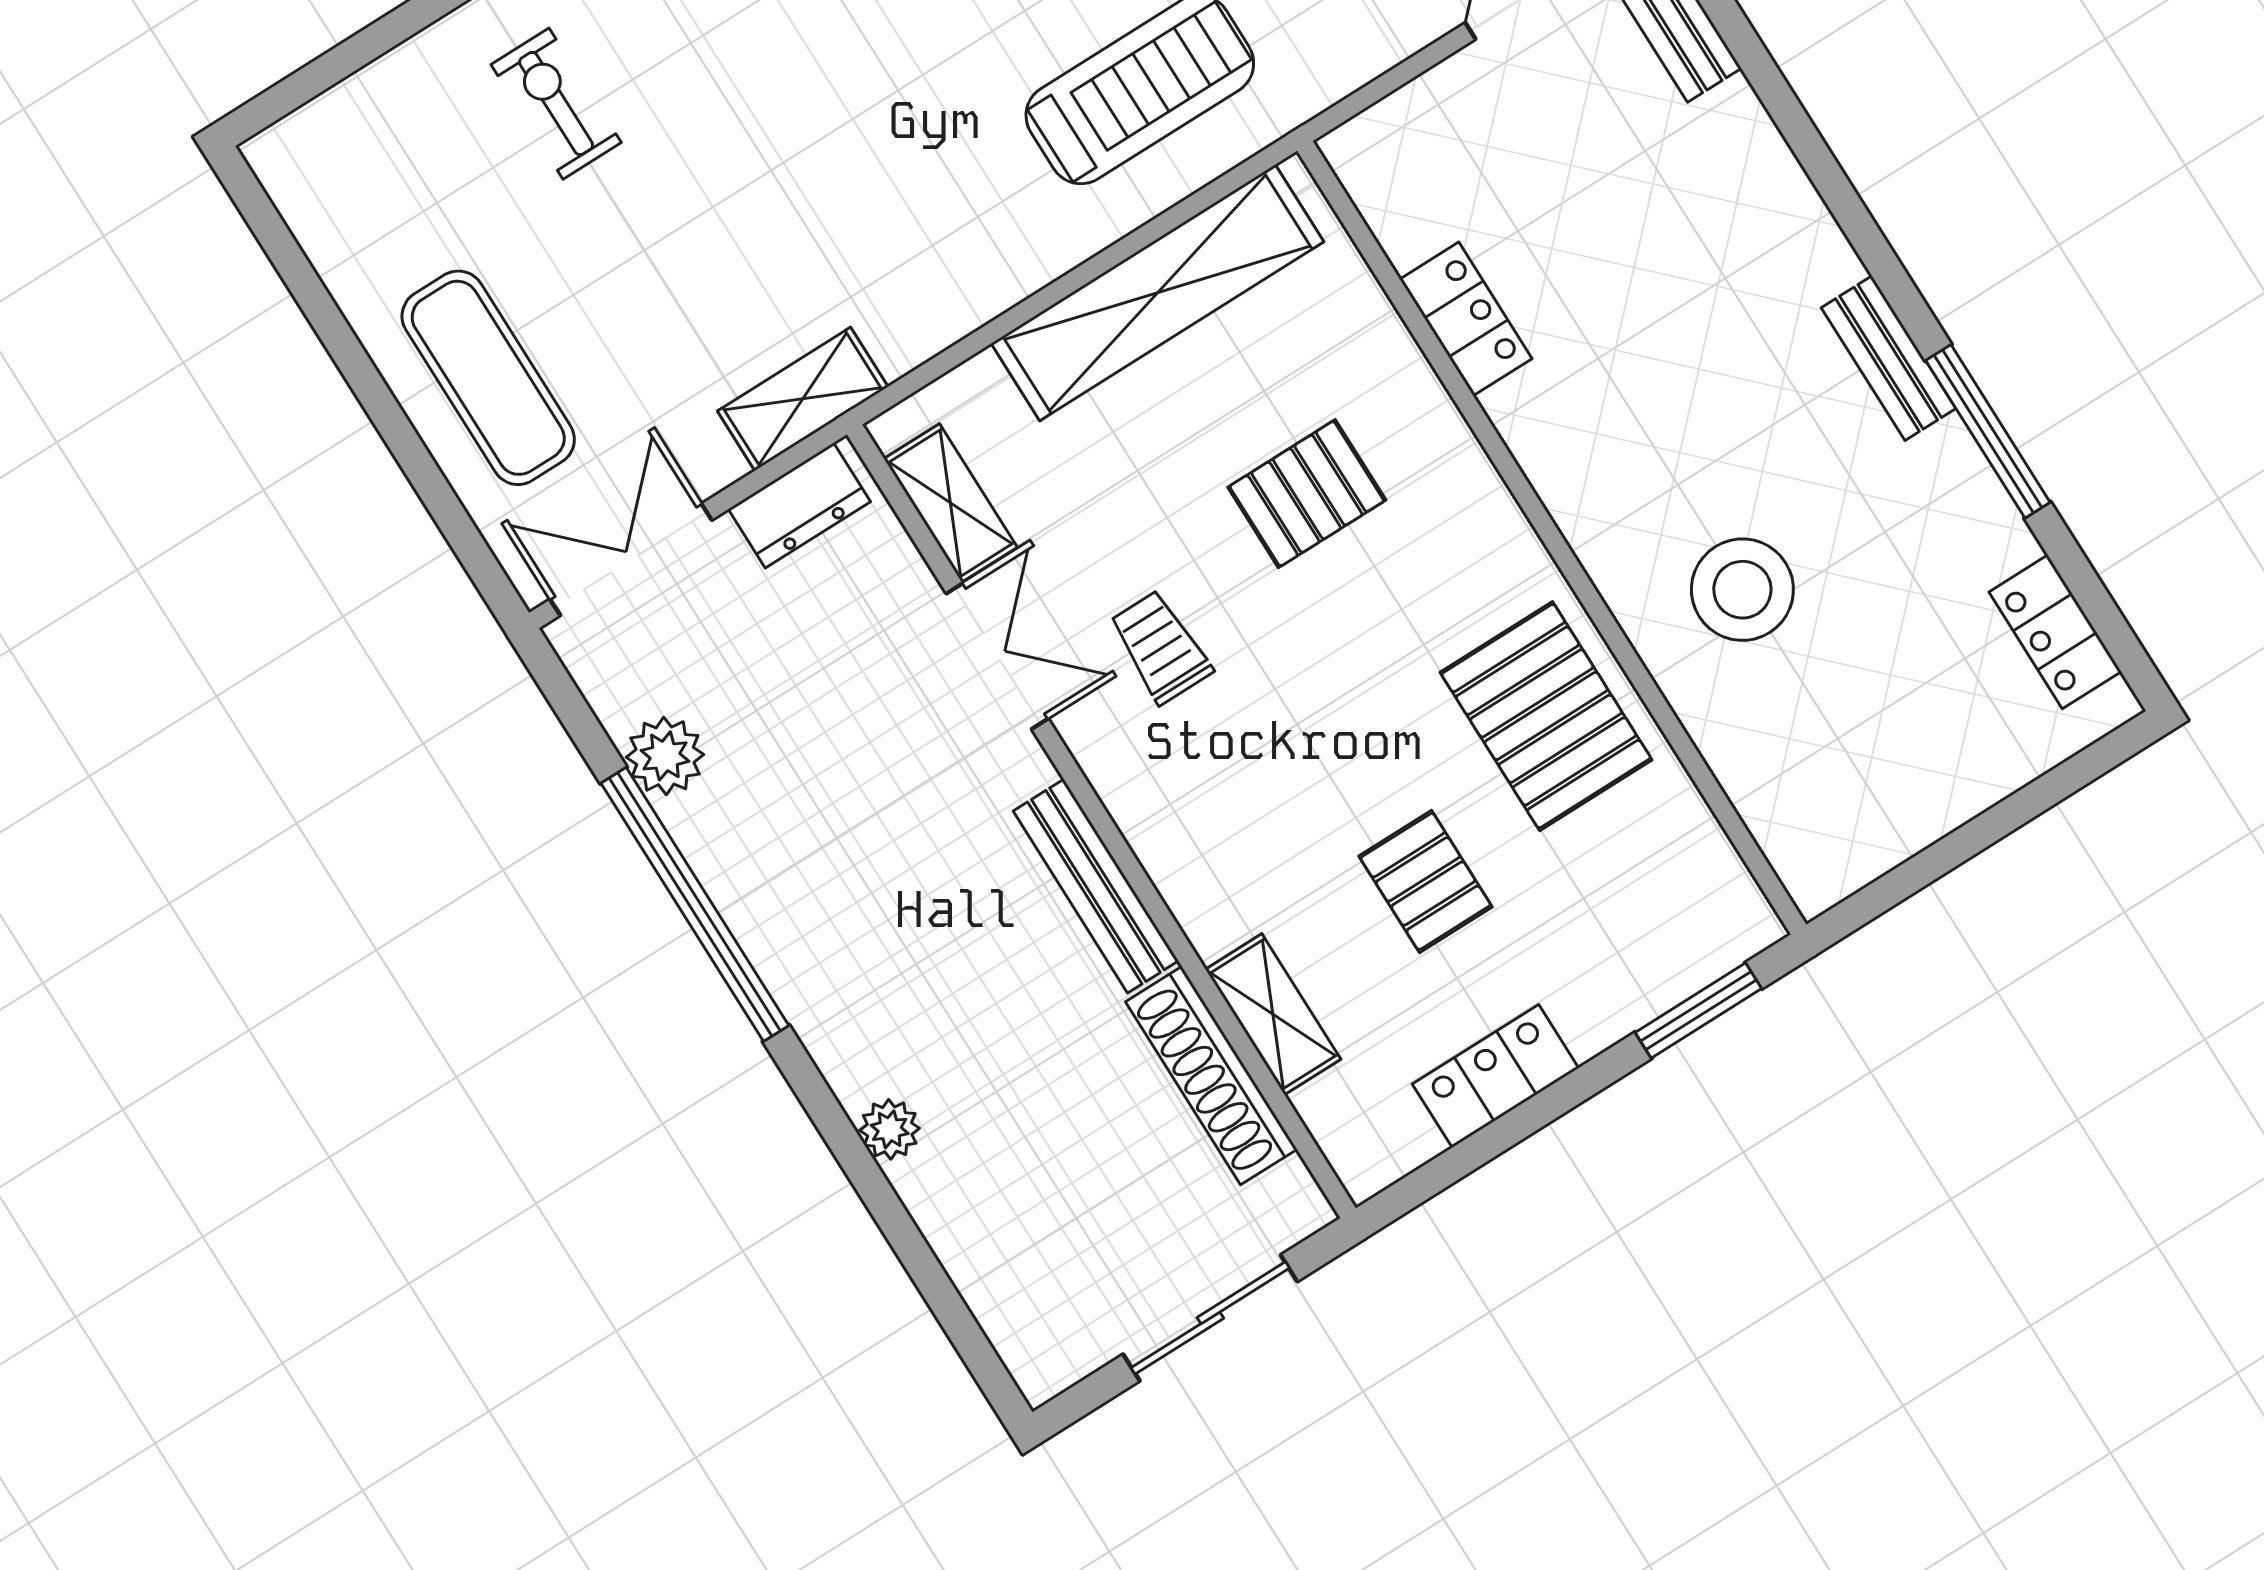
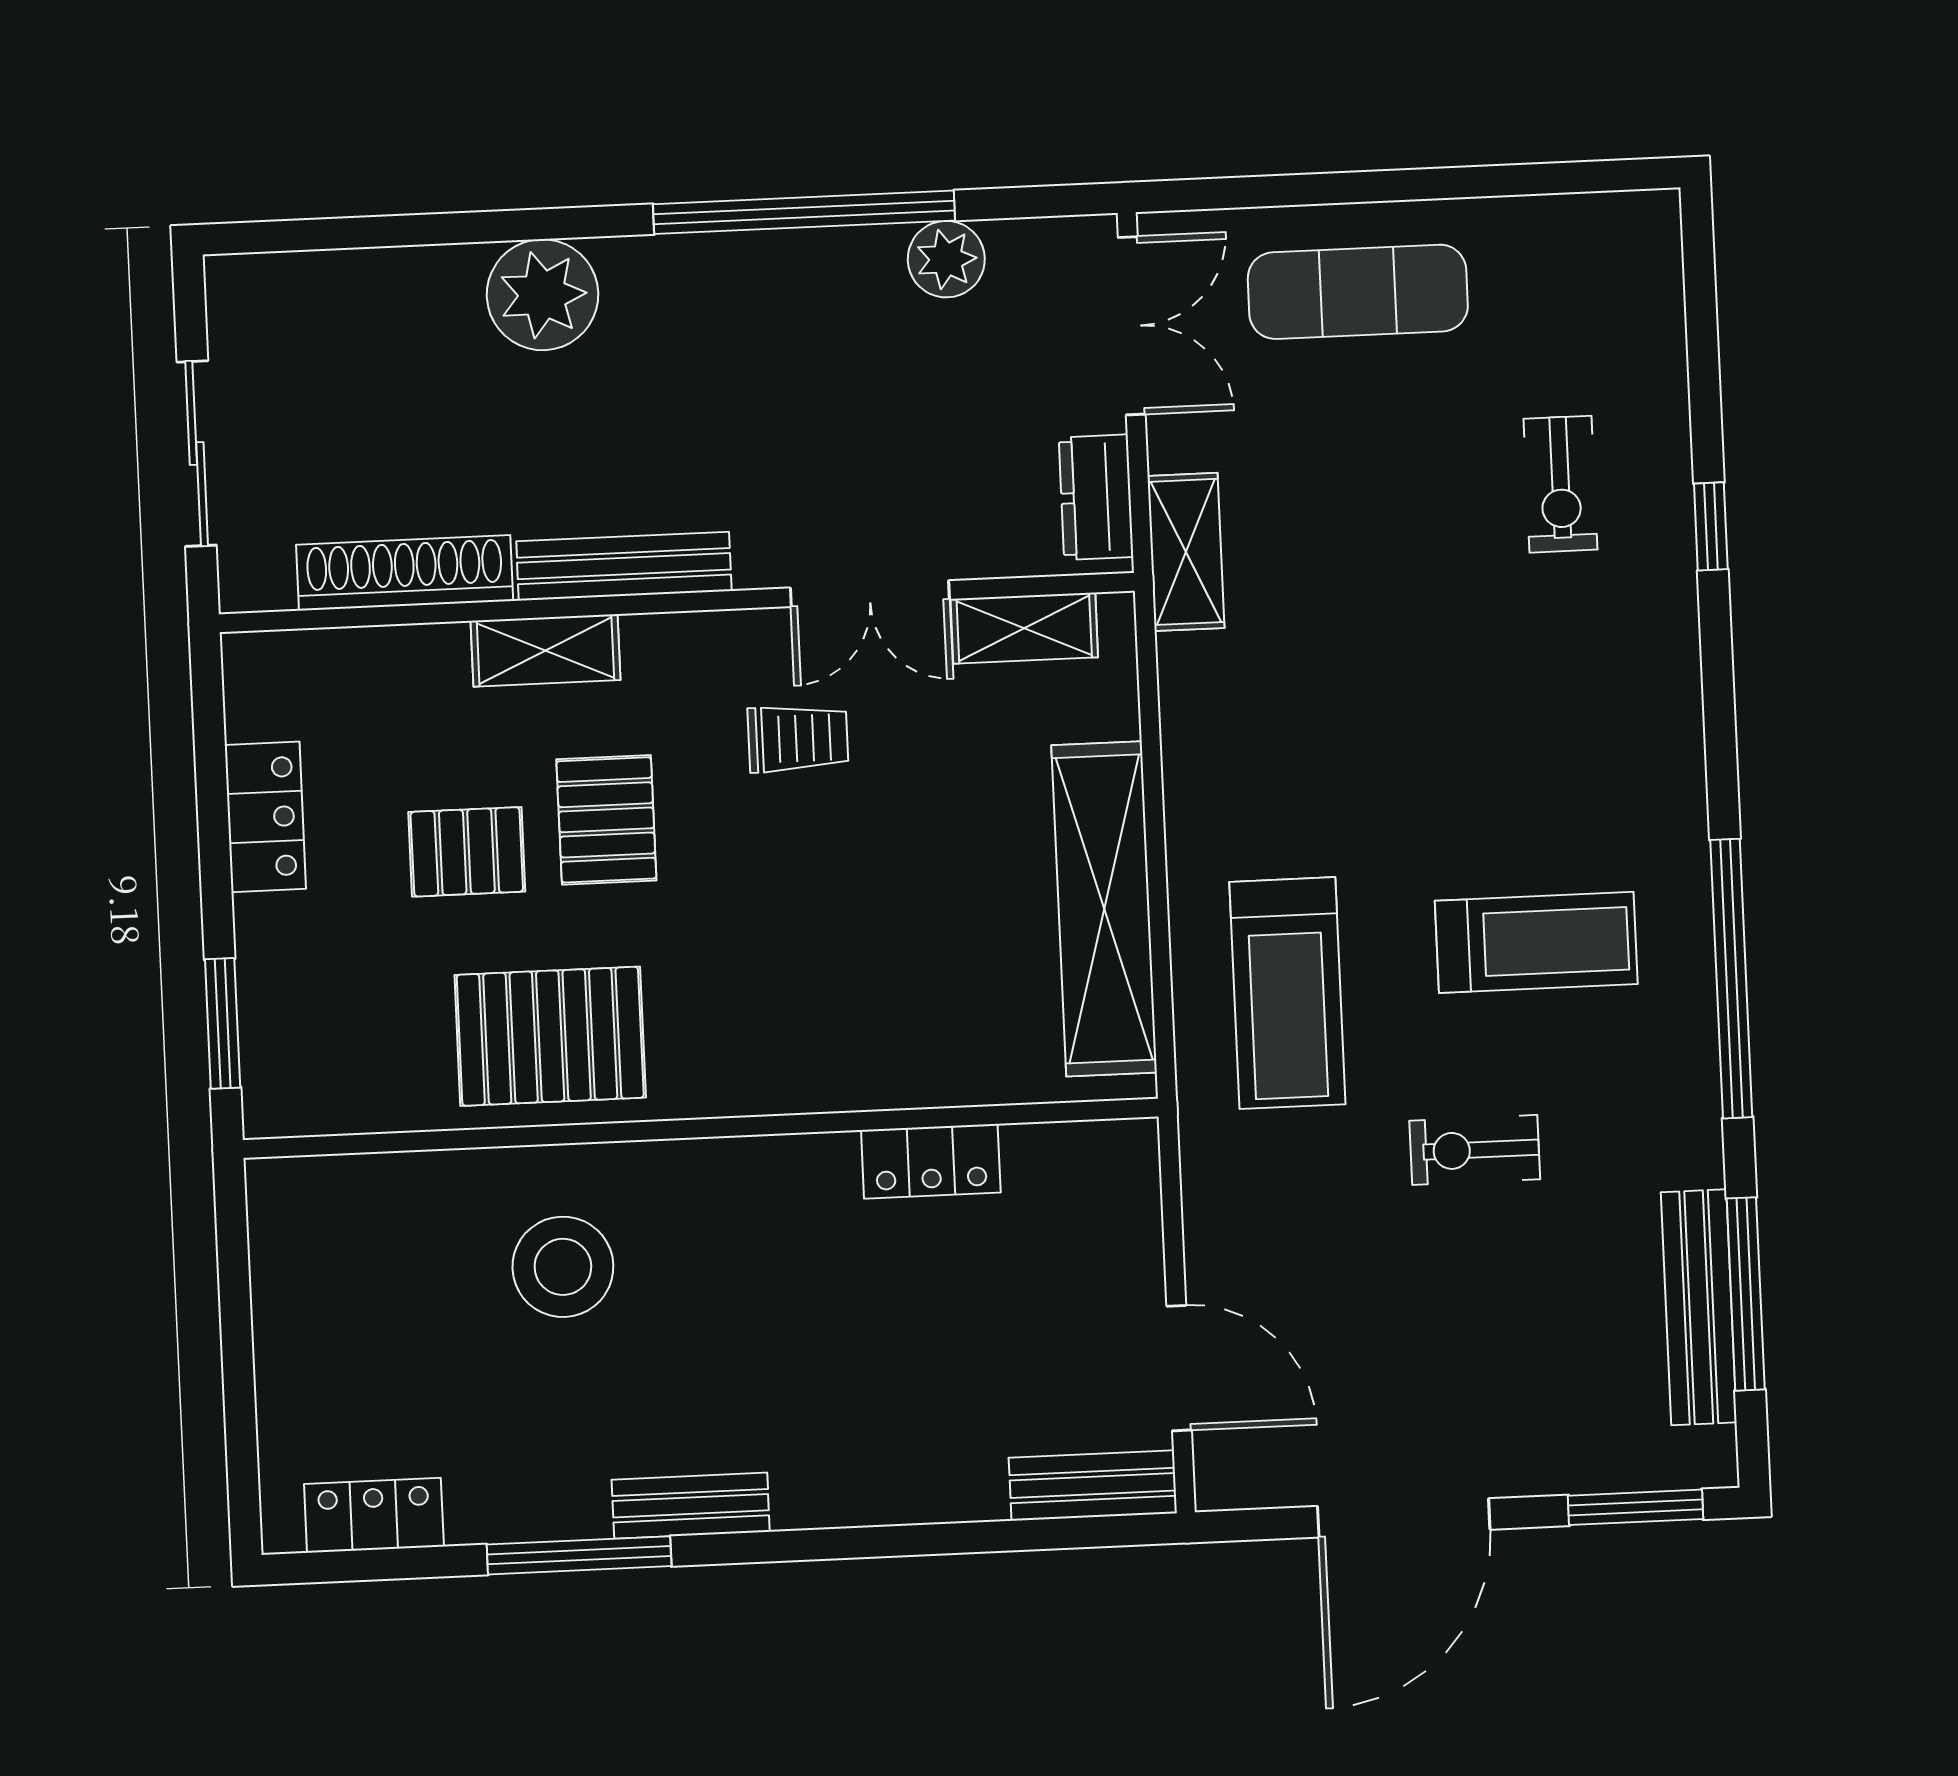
exercise bike: (556, 104) -> (1560, 484), turned 90
pallet: (1307, 494) -> (606, 820), moved
shelving: (1273, 1014) -> (545, 650), moved
plant: (890, 1129) -> (543, 295), width x1.87, depth x1.87

